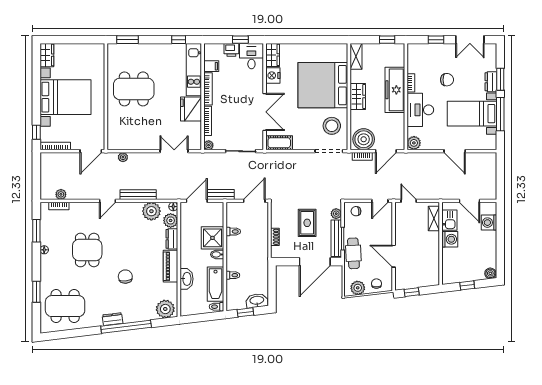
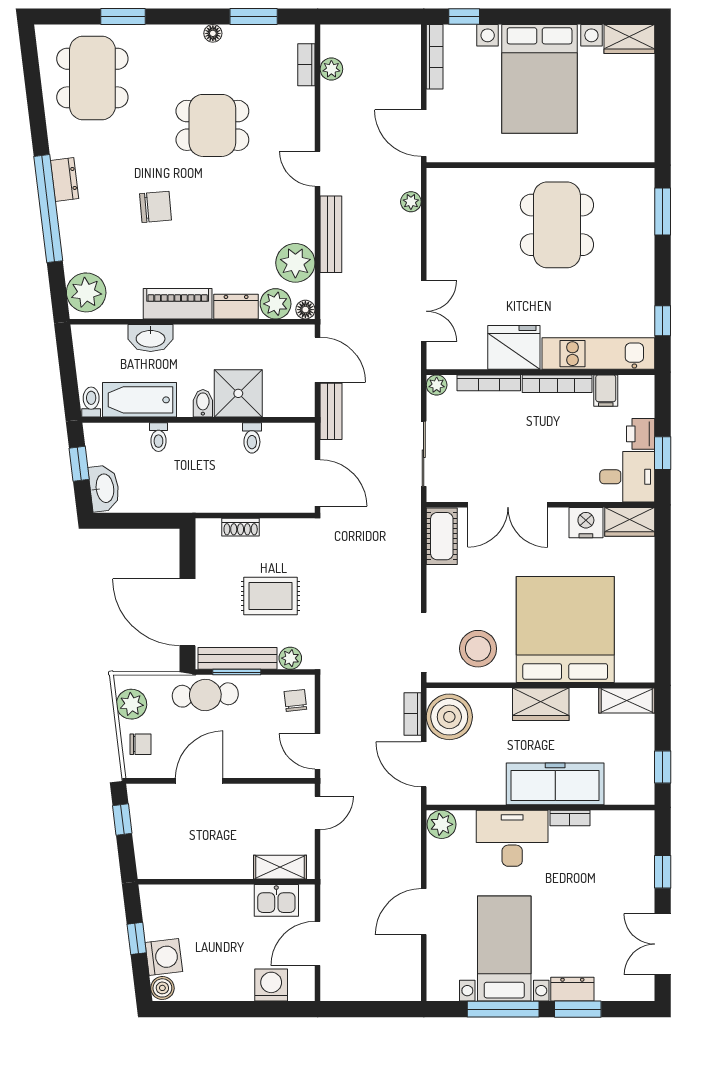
chair: (447, 80) -> (577, 895), removed
washing machine: (450, 239) -> (164, 957), moved, turned -97

